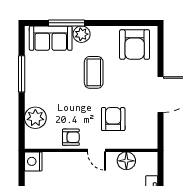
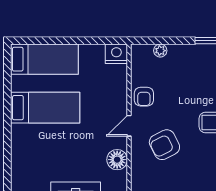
plant: (35, 118) -> (160, 51), width x0.53, depth x0.53
armchair: (113, 119) -> (164, 145), turned 153

